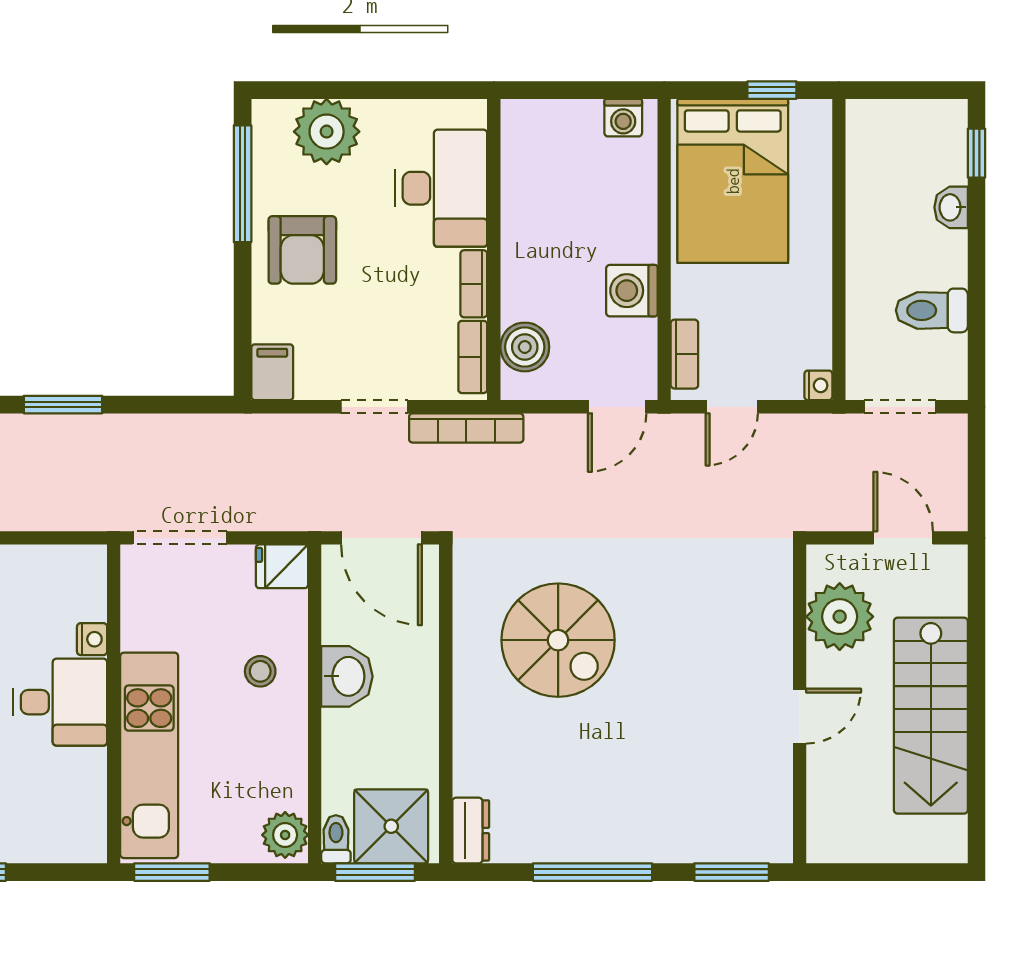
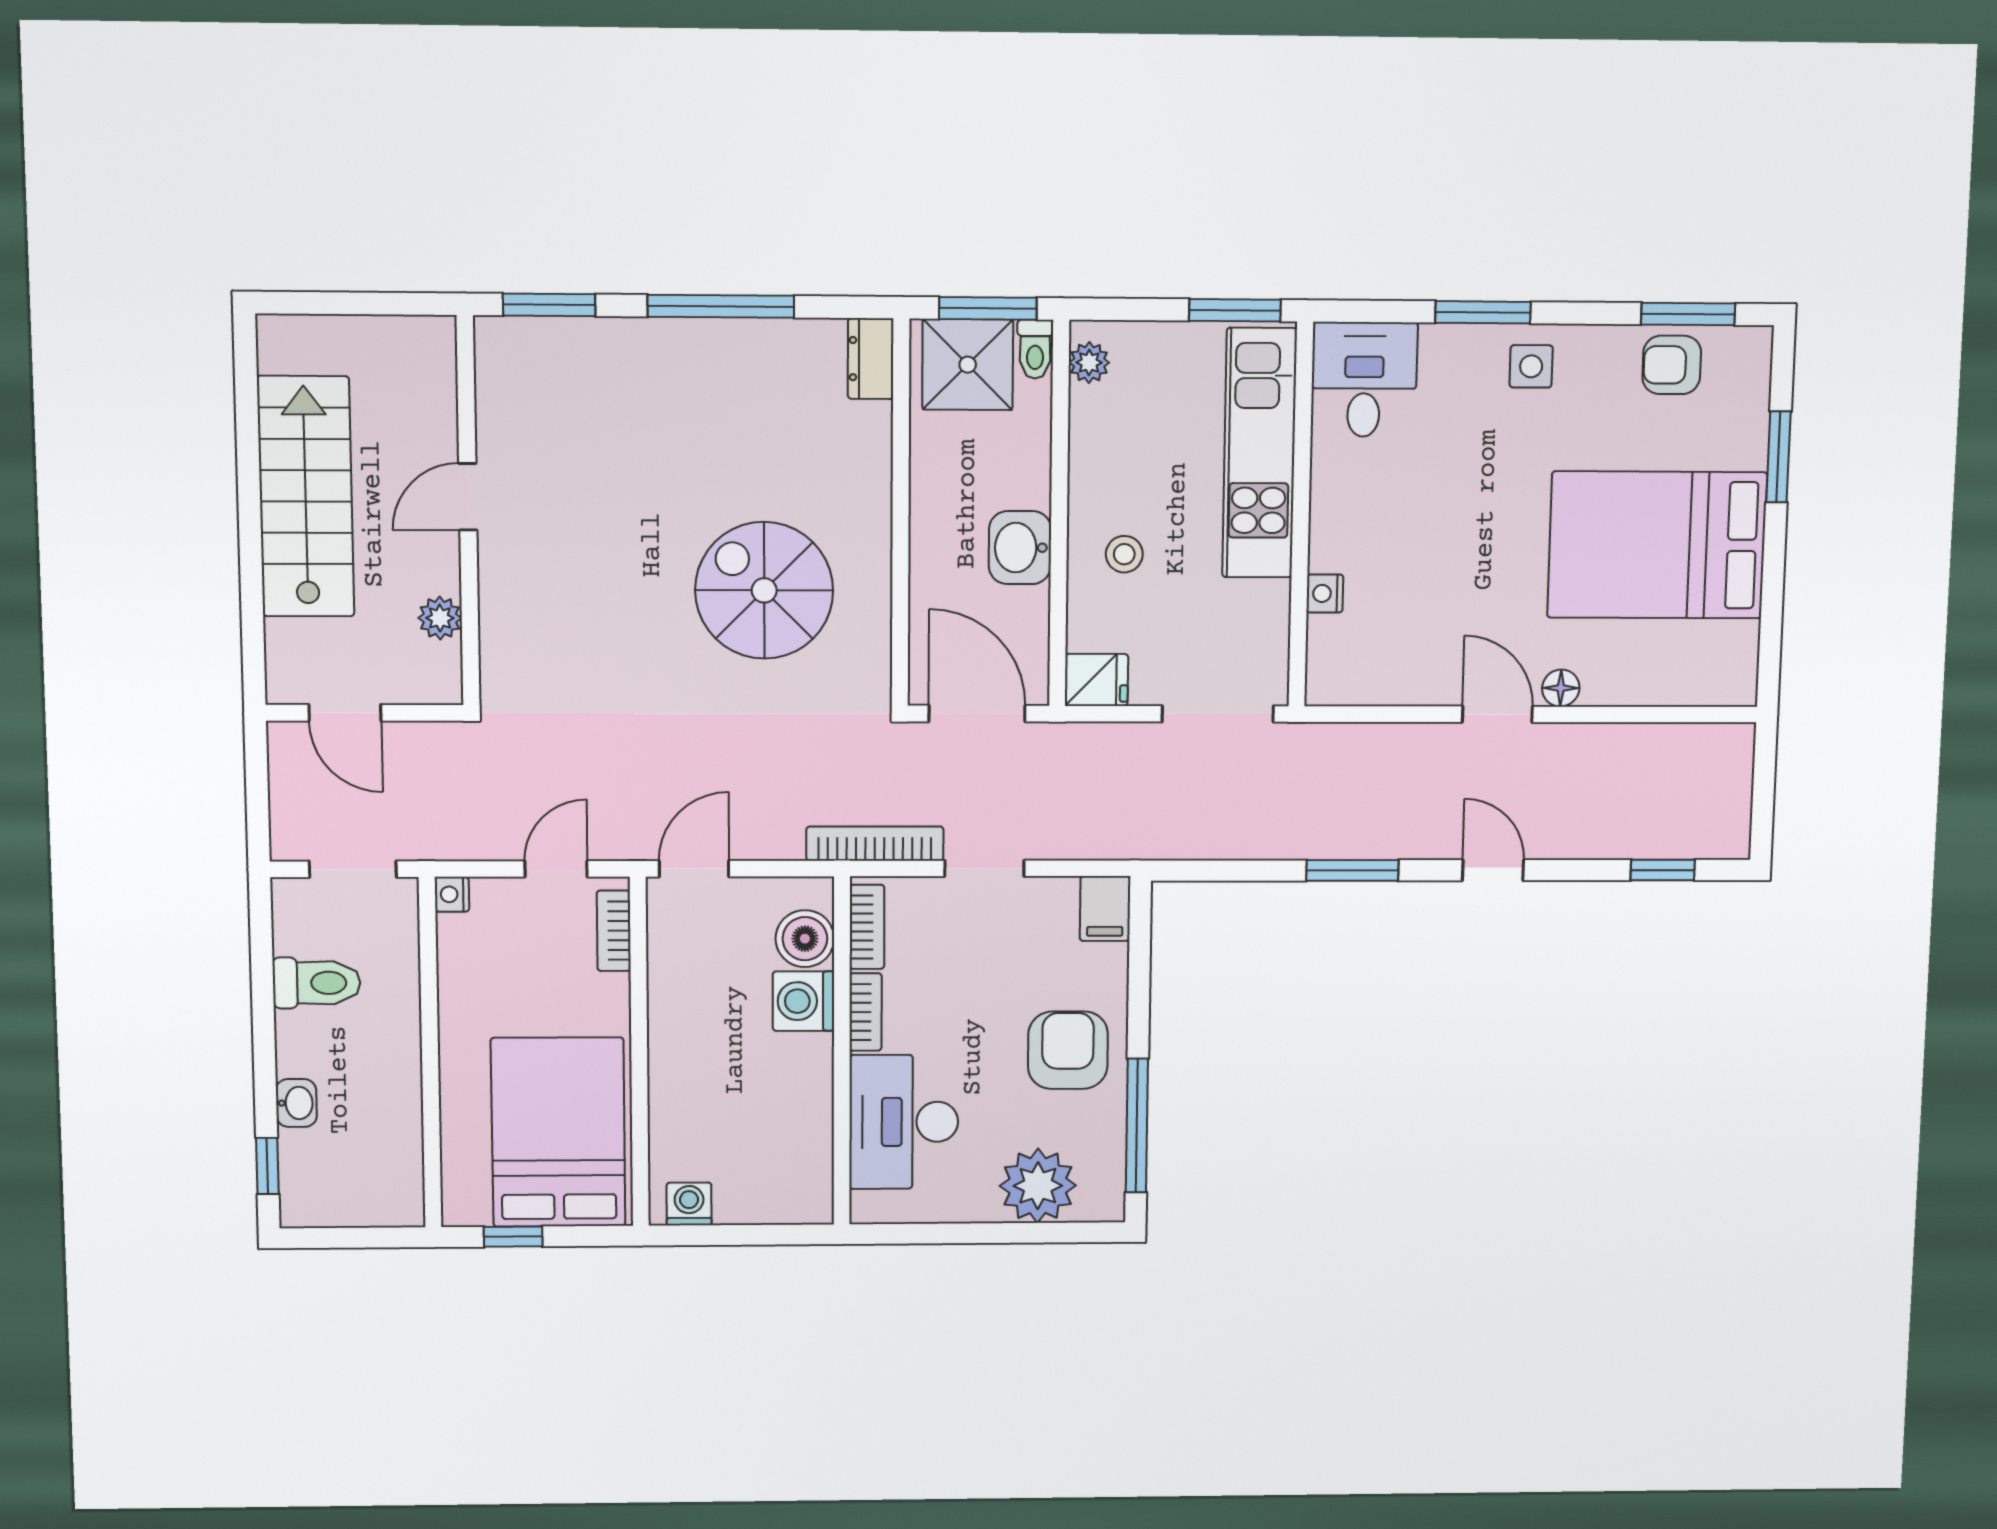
washing machine: (632, 291) -> (803, 1001), moved, turned 180
plant: (840, 617) -> (440, 618), width x0.53, depth x0.53
desk: (60, 702) -> (1364, 380), moved, turned 90
plant: (285, 835) -> (1089, 363), width x0.73, depth x0.73

